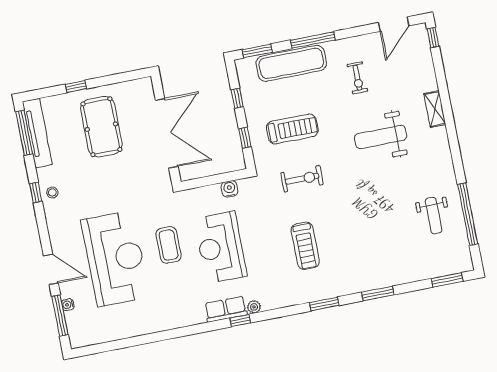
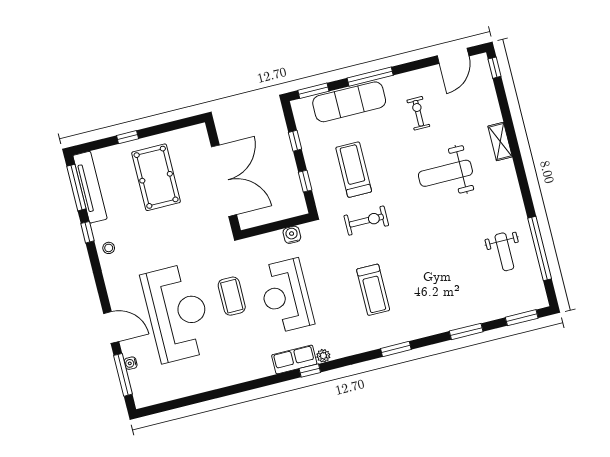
exercise bike: (357, 78) -> (418, 113), turned 180
treadmill: (292, 129) -> (354, 170), turned -90
window: (36, 193) -> (87, 232), moved
window: (378, 294) -> (466, 331), moved

